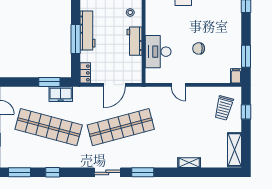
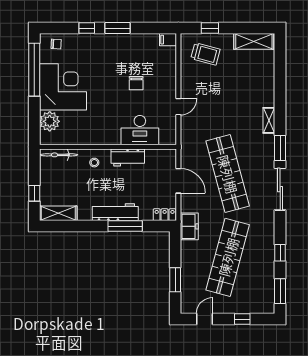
window: (246, 56) -> (117, 28), moved
window: (49, 82) -> (175, 280), moved
freezer: (61, 94) -> (189, 226), moved
shelving: (189, 163) -> (269, 120), moved
sliding door: (107, 172) -> (280, 189), width x1.37

